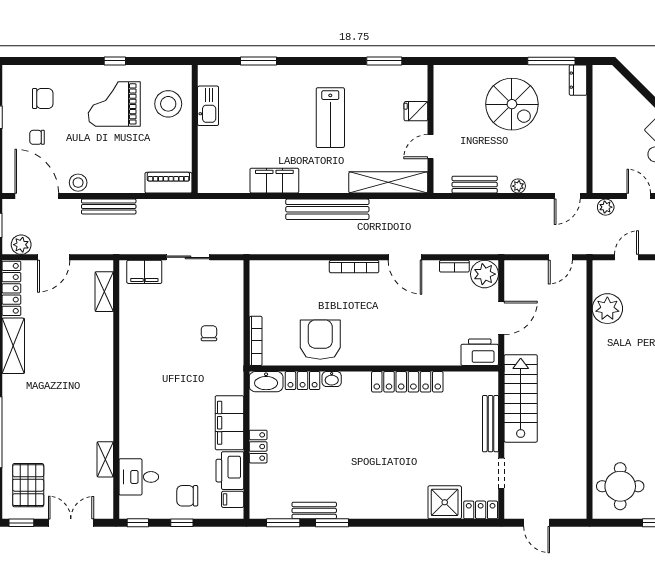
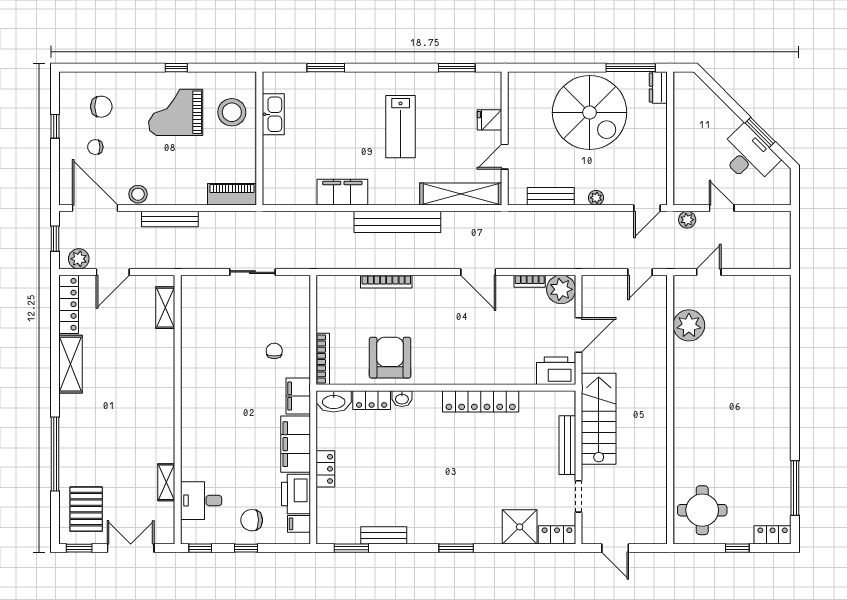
spiral stairs: (512, 104) -> (590, 113), width x1.37, depth x1.37
bookcase: (354, 267) -> (386, 282), moved
filing cabinet: (144, 272) -> (298, 396), moved, turned 90
window: (332, 523) -> (456, 548), moved

